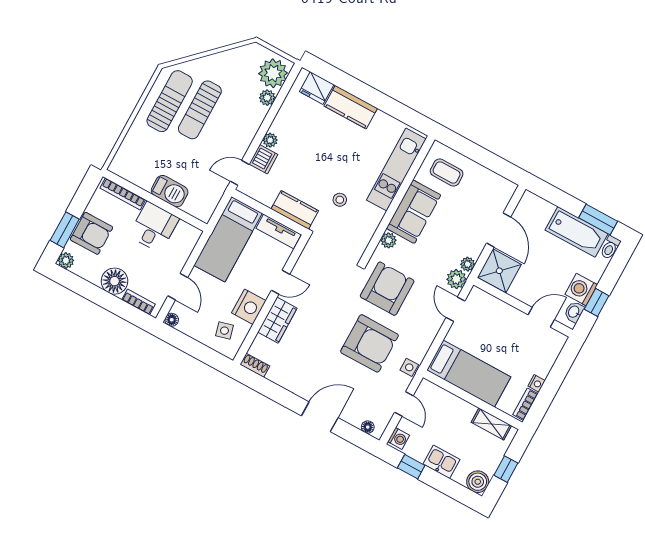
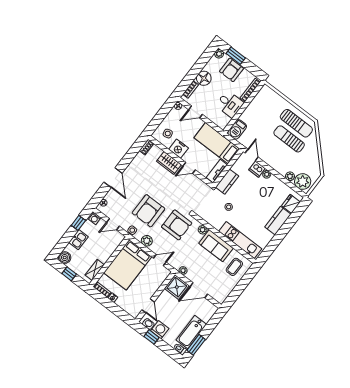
barbecue: (170, 191) -> (237, 129), moved
plant: (456, 279) -> (147, 241), moved
door: (280, 282) -> (189, 168), hinge flipped
bed: (469, 374) -> (128, 265), width x1.50

